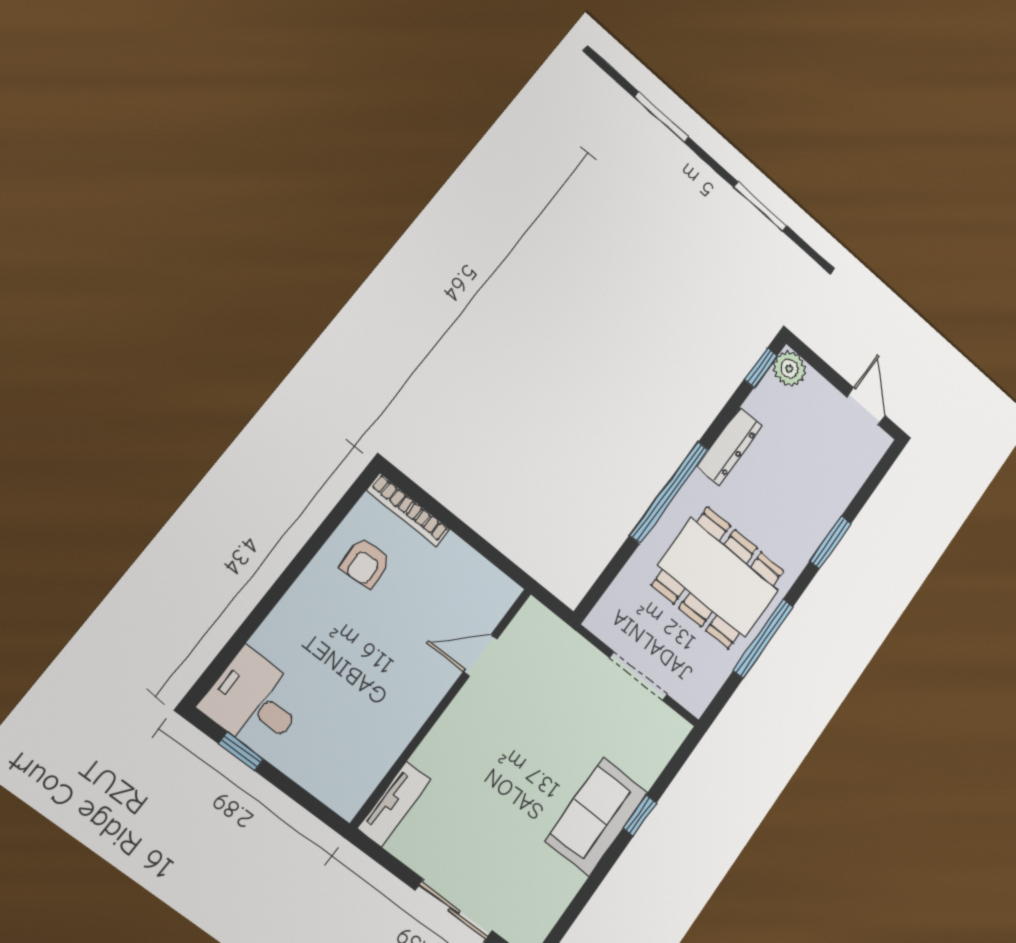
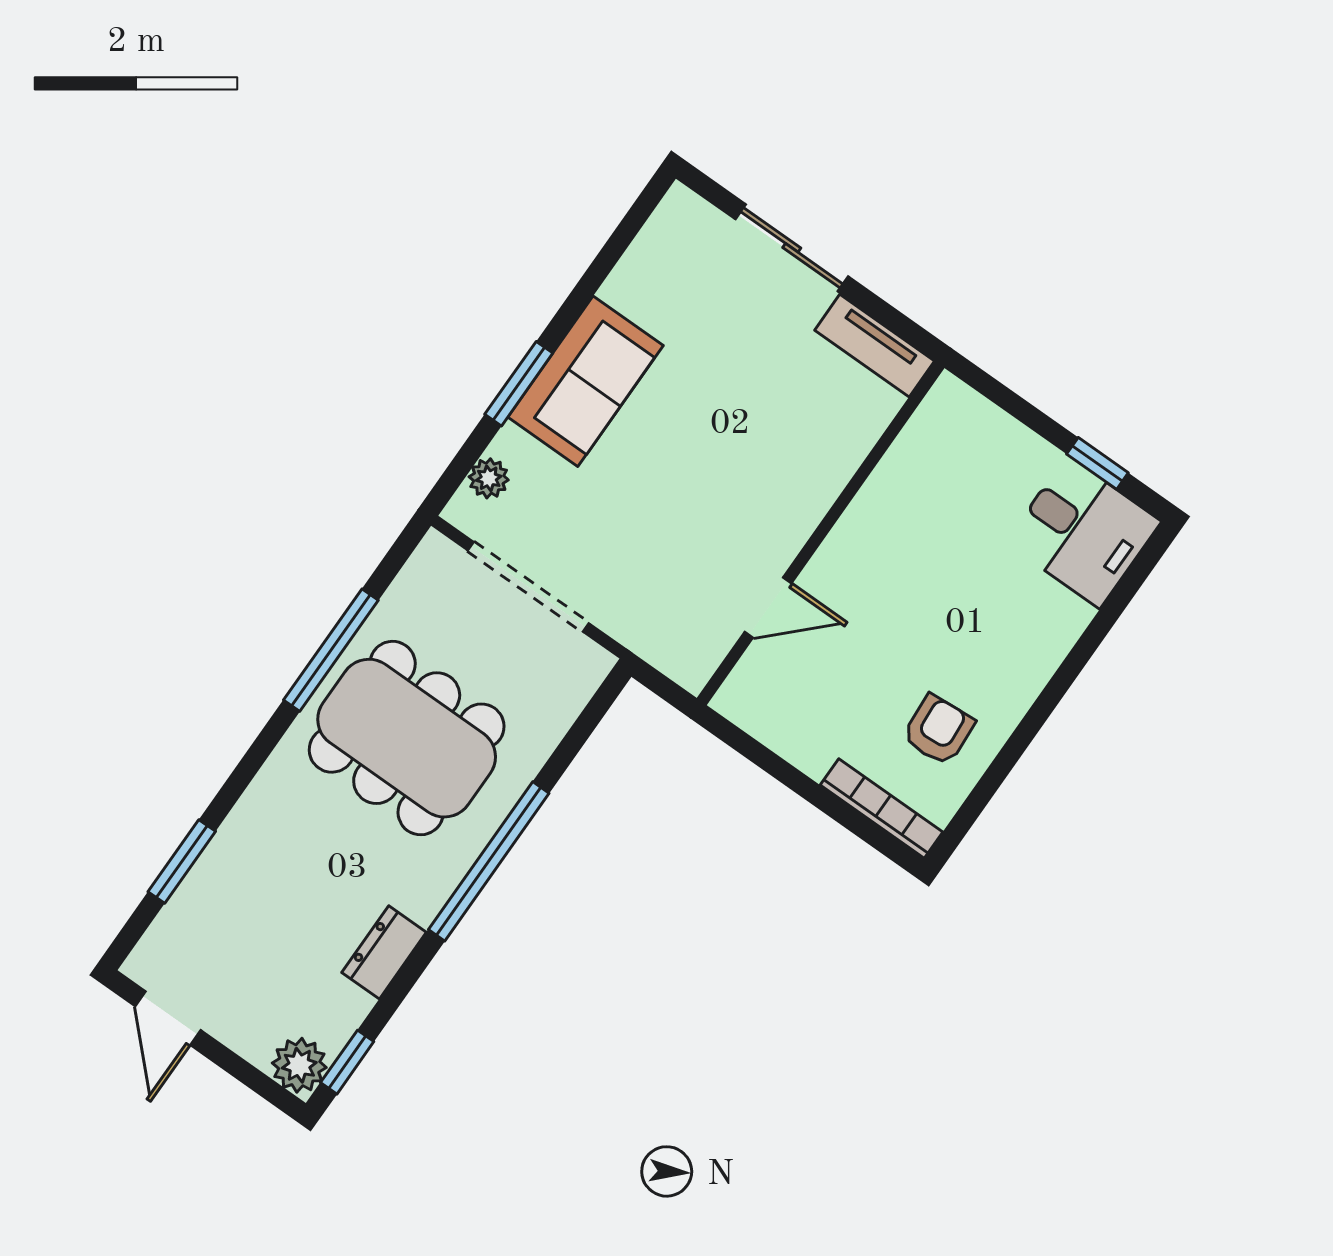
dresser: (730, 446) -> (384, 952), width x0.70
window: (830, 543) -> (182, 862), moved
doorway: (638, 676) -> (528, 587), width x1.36
plant: (661, 751) -> (489, 478), added
tv unit: (394, 804) -> (875, 346), moved, turned -90
window: (640, 815) -> (519, 384), width x1.50

